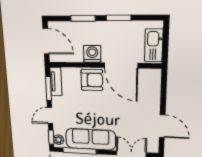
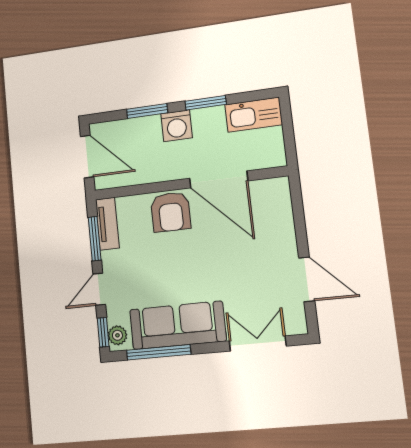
kitchen sink: (154, 45) -> (253, 115), moved, turned -90
washing machine: (92, 54) -> (177, 126), moved, turned 180
armchair: (92, 80) -> (171, 212), turned 90

